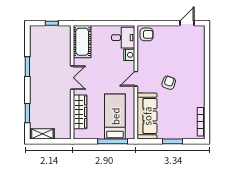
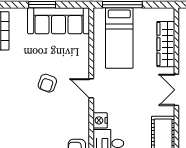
door: (136, 79) -> (91, 88), swing flipped
sofa: (147, 116) -> (59, 21), moved, turned -90

